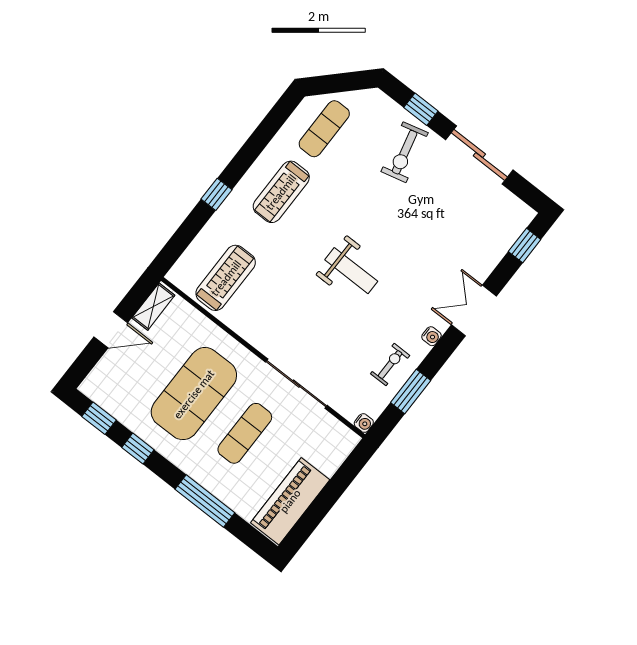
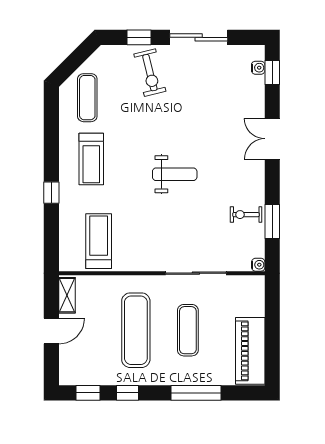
water cooler: (431, 336) -> (258, 68), moved
exercise bike: (390, 365) -> (246, 215), turned -90
exercise mat: (194, 394) -> (136, 330), width x0.68

